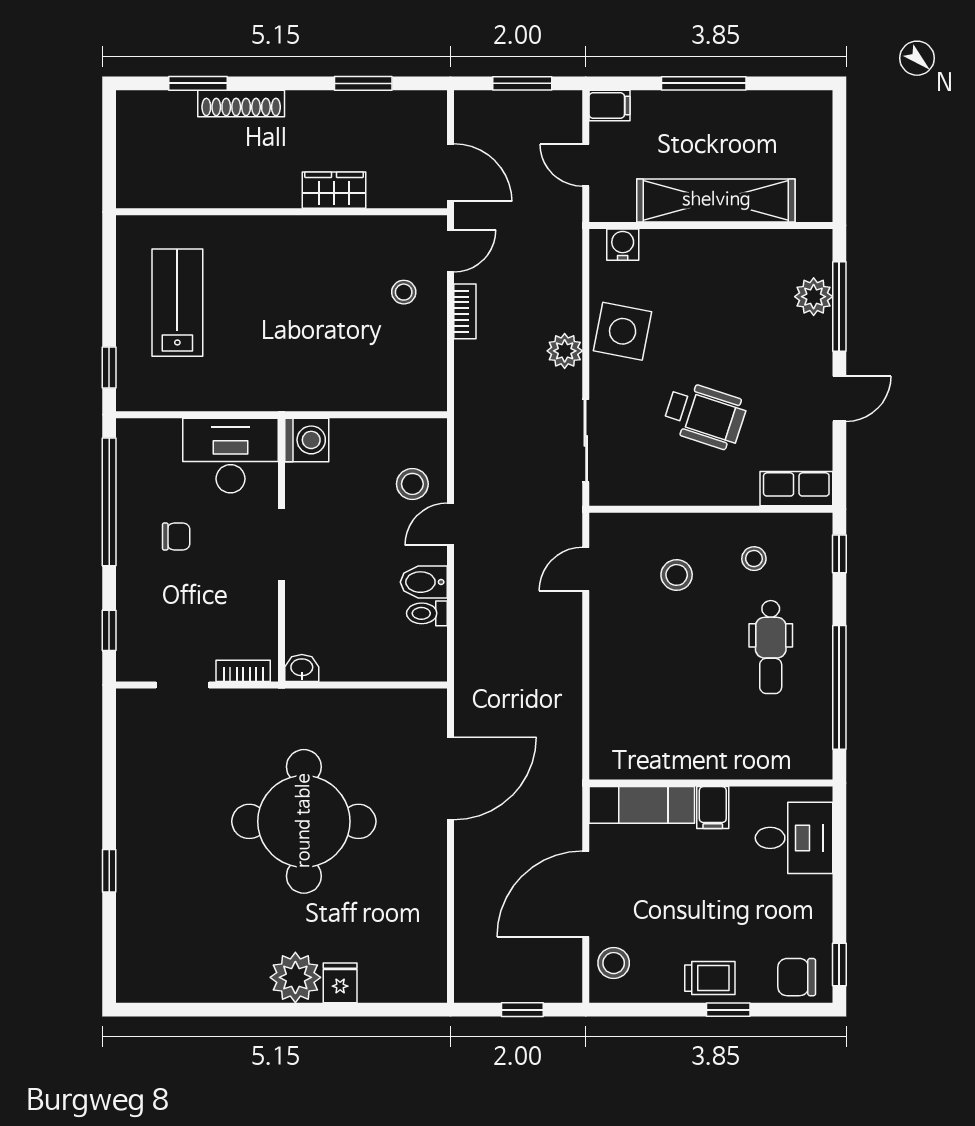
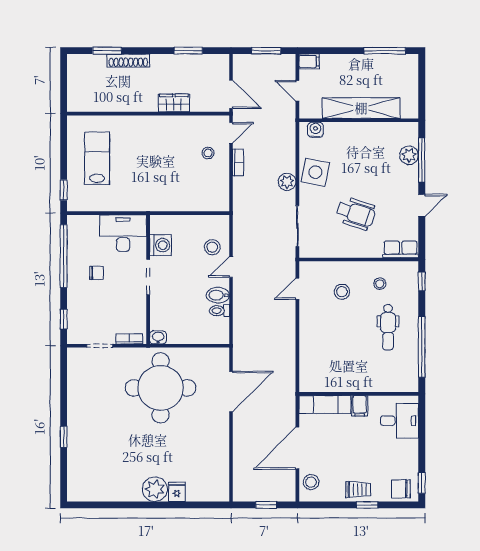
window: (704, 83) -> (385, 51), moved
washing machine: (307, 440) -> (161, 245), moved
round table: (304, 821) -> (161, 388), moved

